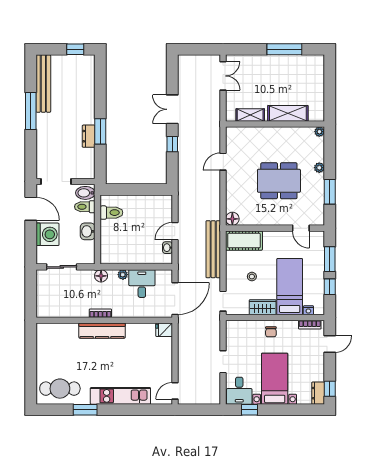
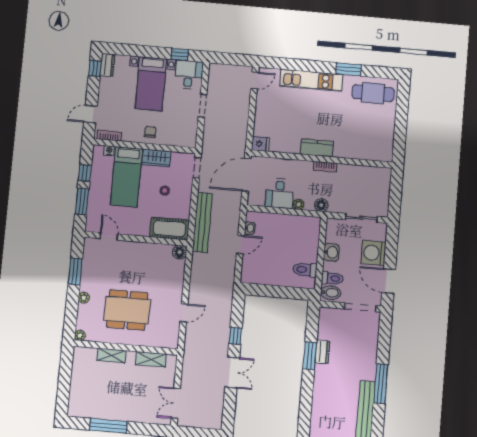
shelving: (288, 113) -> (111, 355), width x0.67, depth x0.75
dining table: (279, 181) -> (127, 310), moved
kitchen counter: (102, 331) -> (317, 148), width x0.67

